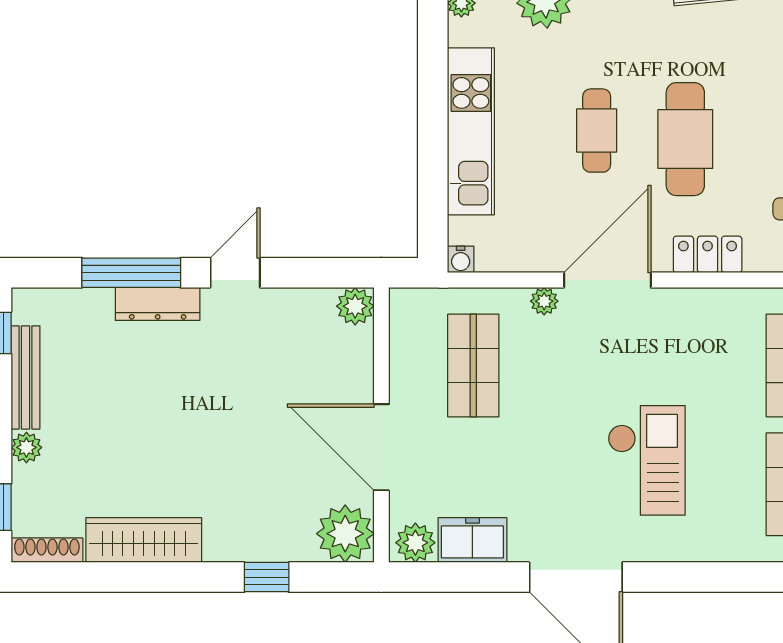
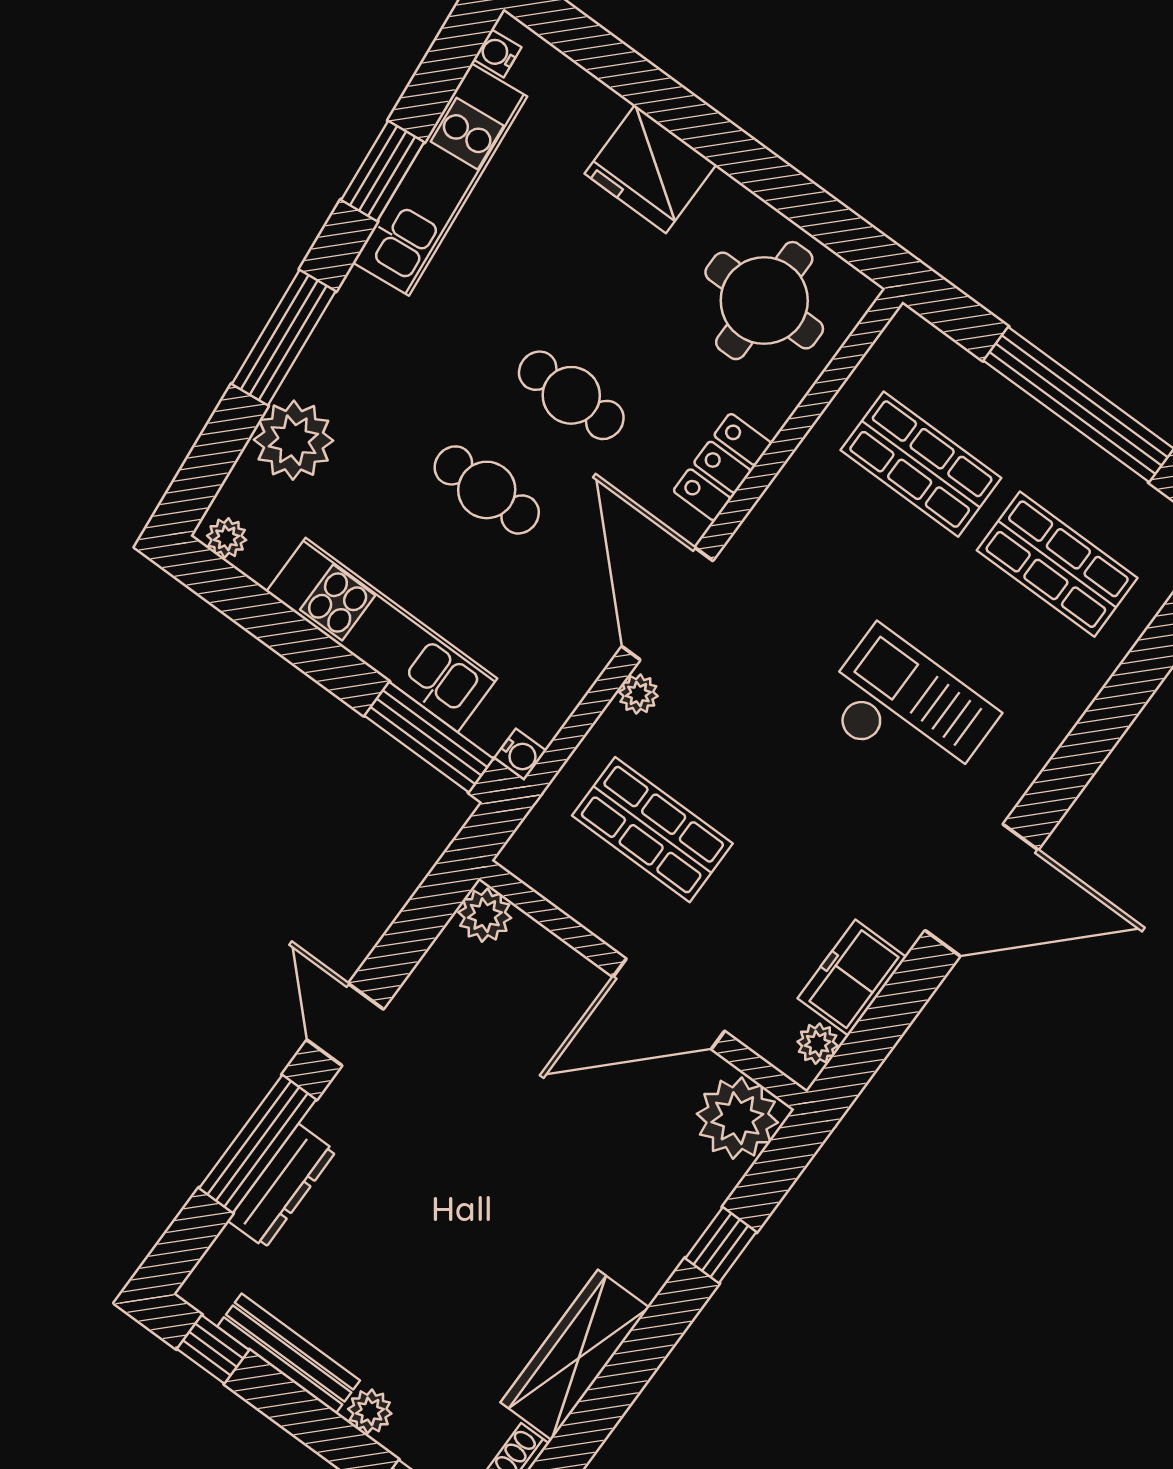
cafe table: (685, 139) -> (571, 395), width x0.73, depth x0.74
window: (433, 201) -> (429, 737), added
dresser: (158, 304) -> (282, 1186), moved
plant: (415, 543) -> (818, 1044), width x0.73, depth x0.73

